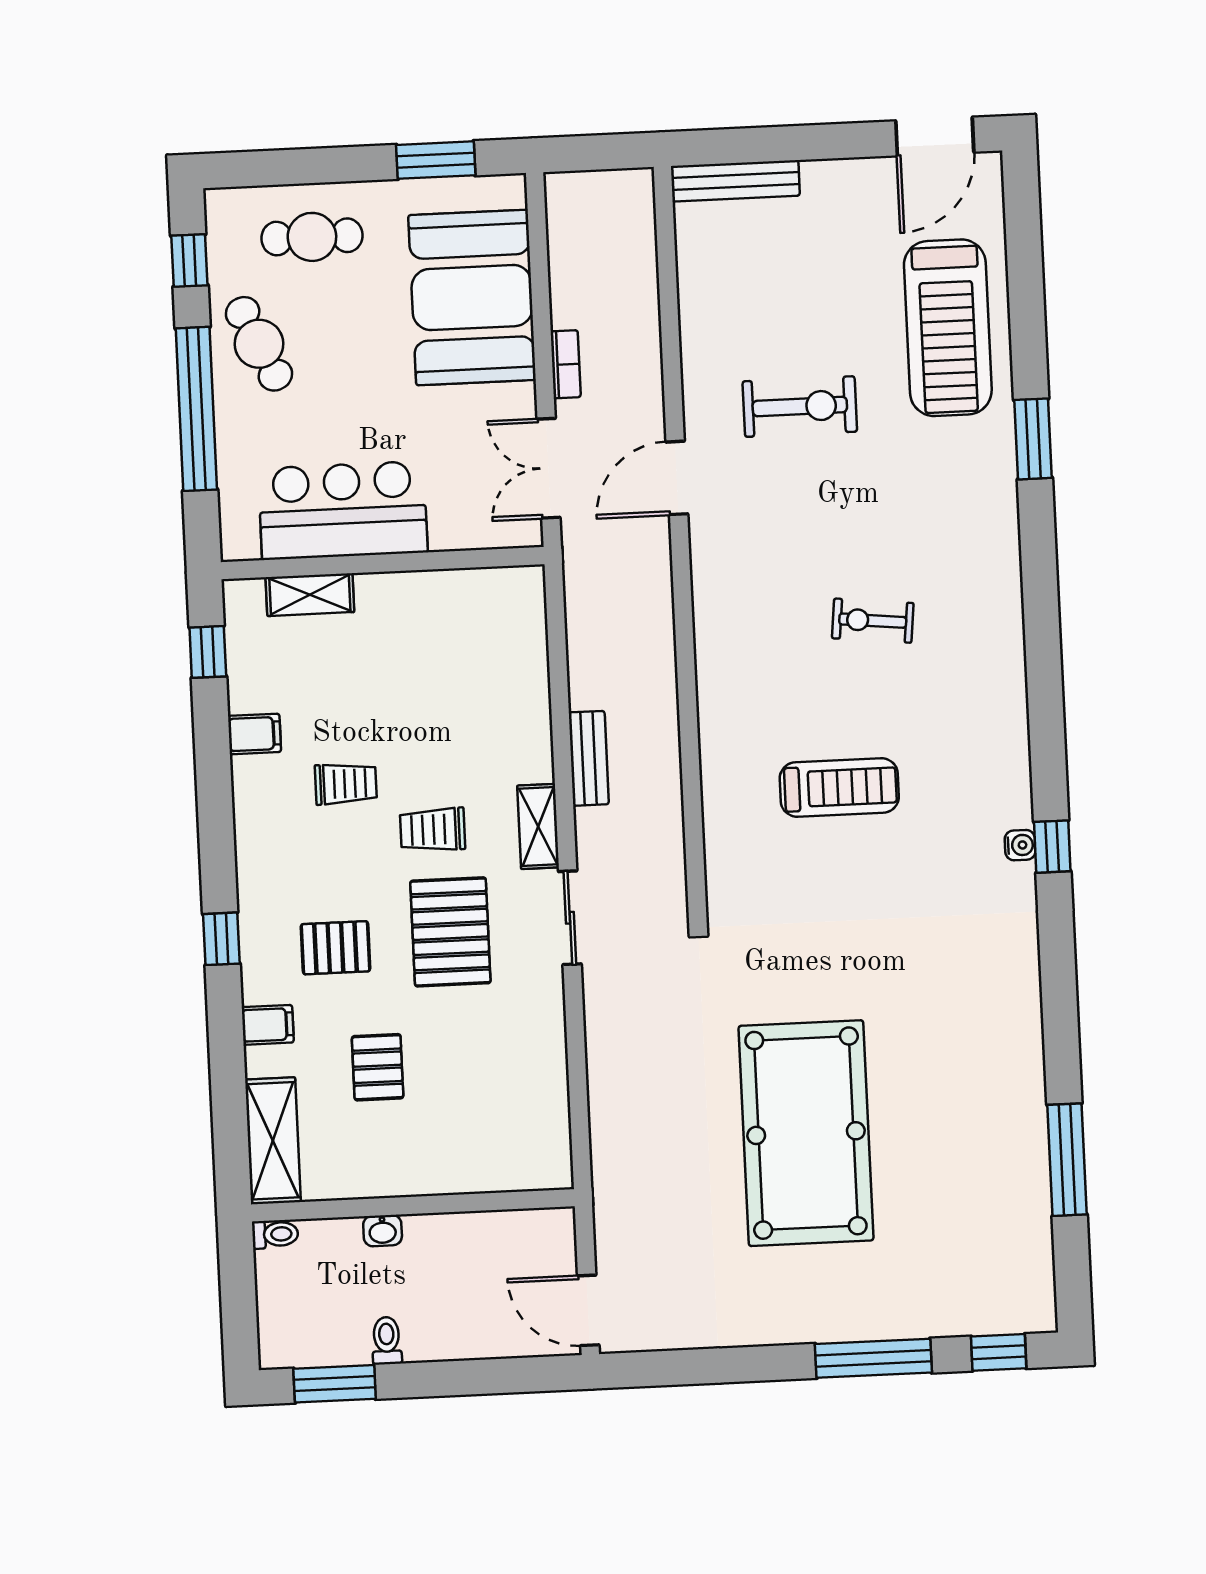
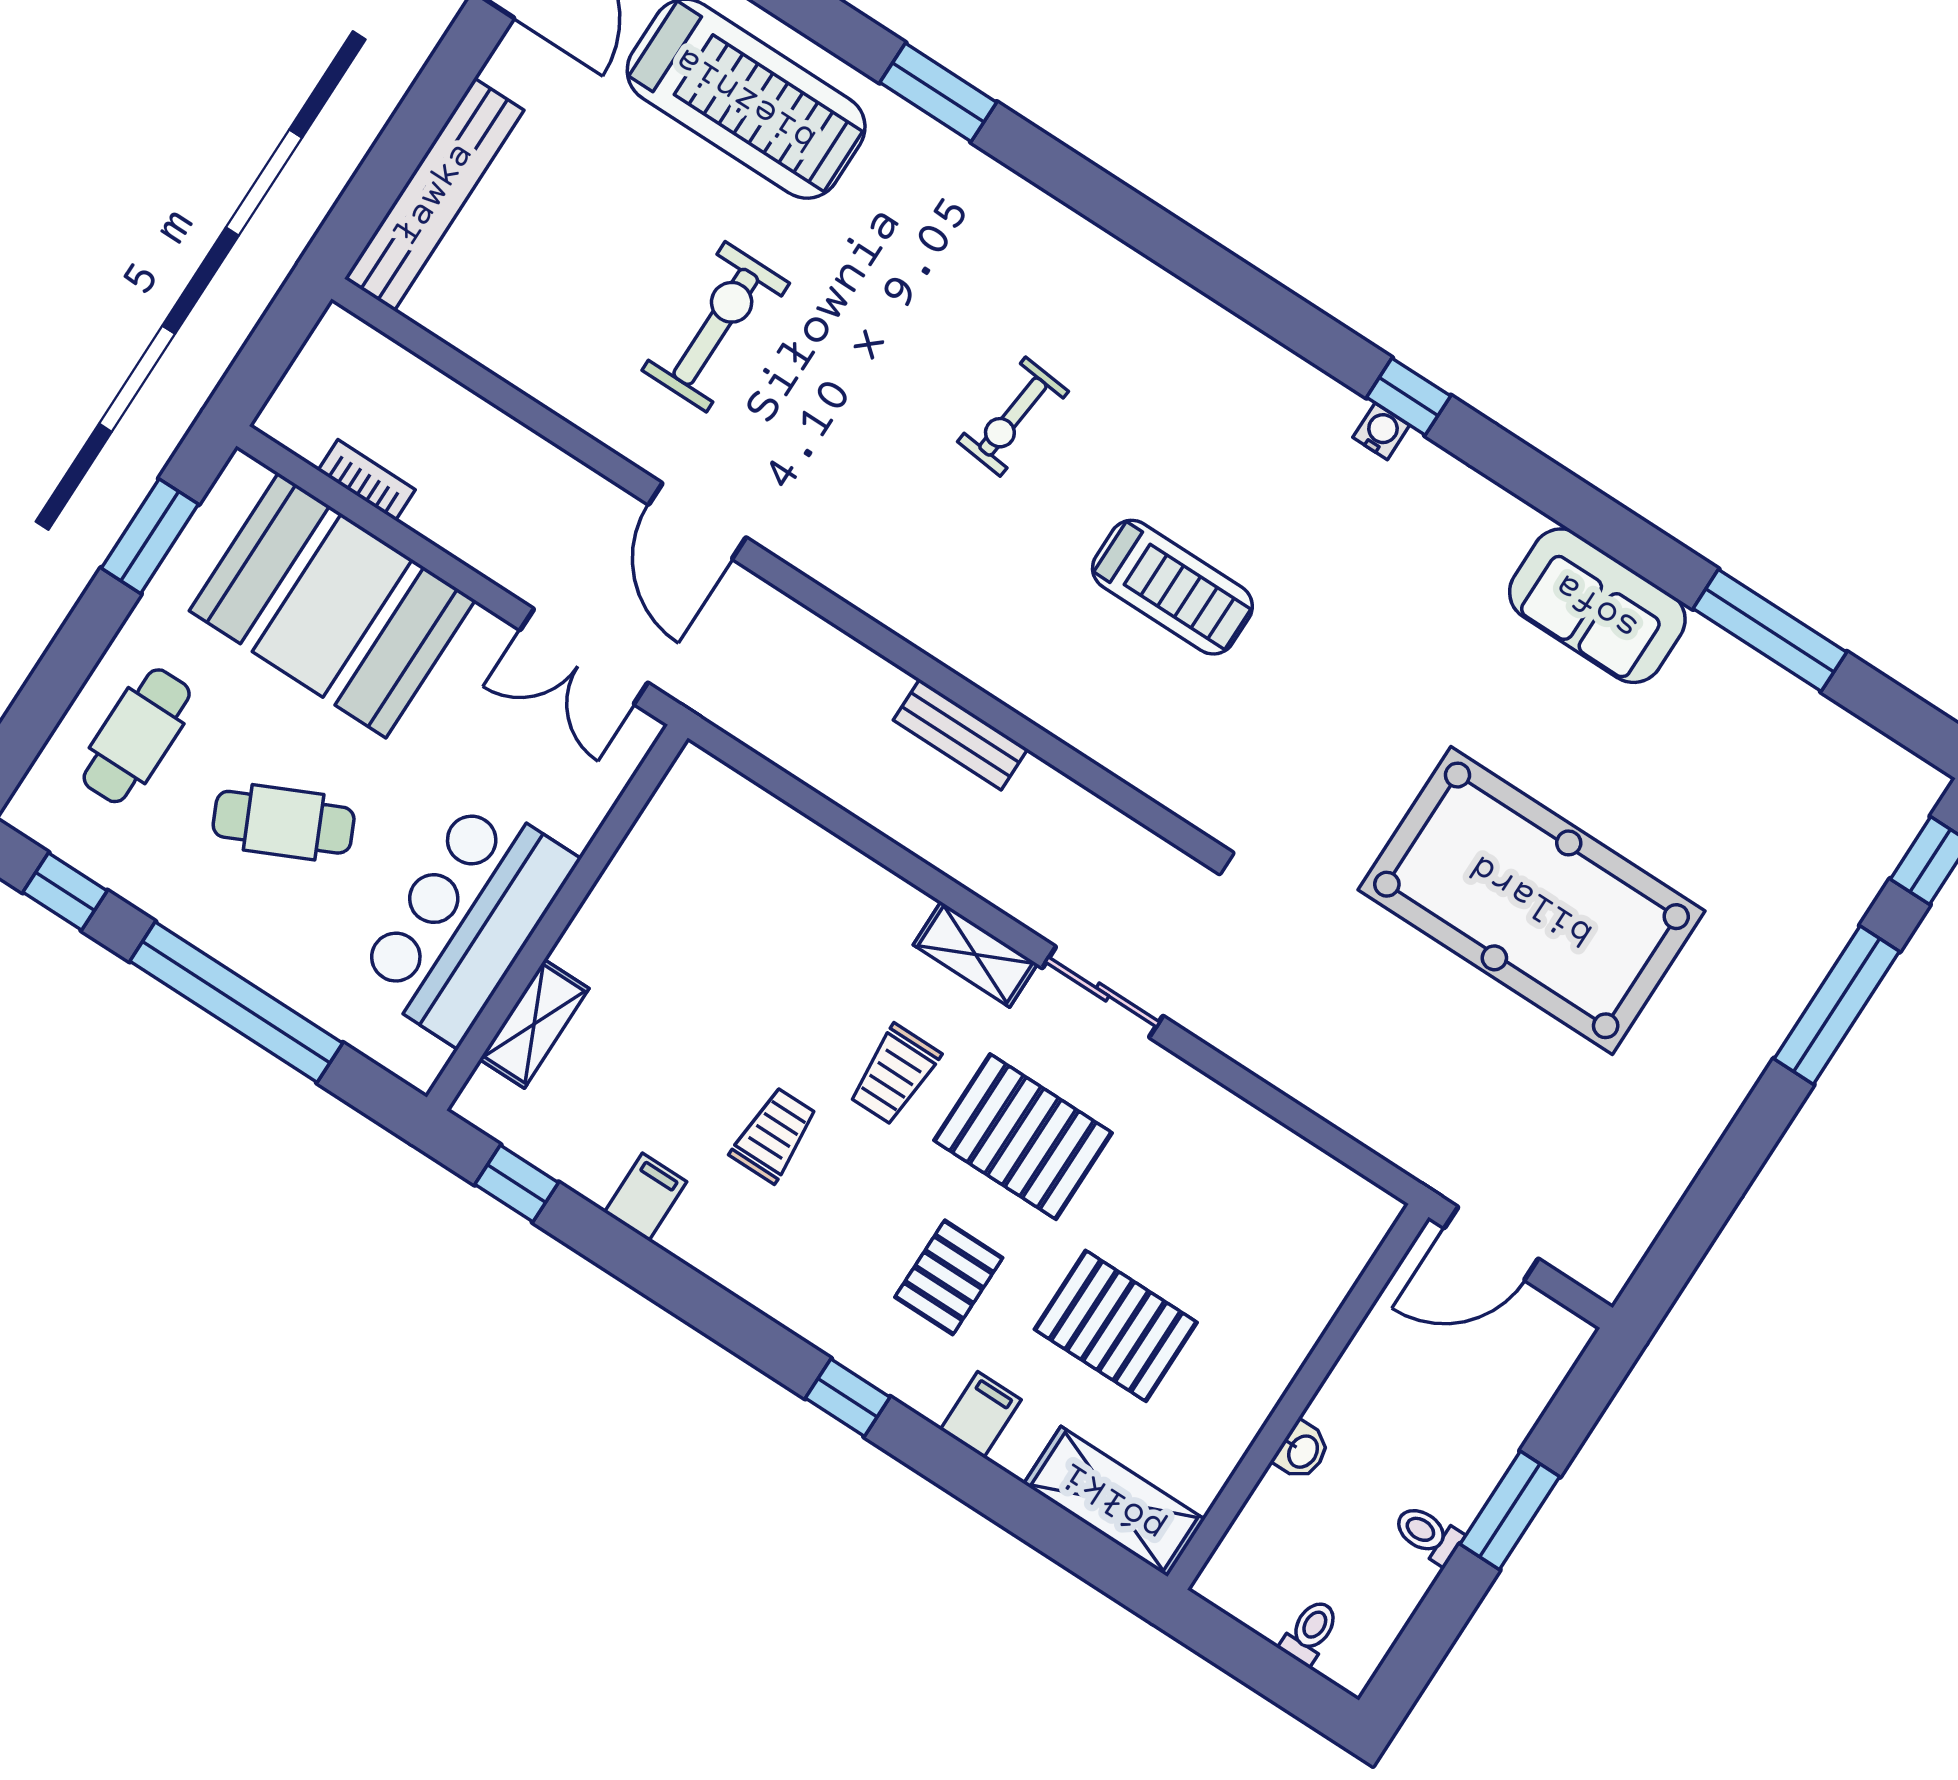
bench: (735, 181) -> (434, 194), width x1.37, depth x1.21
cafe table: (259, 344) -> (284, 822), moved
bookcase: (566, 364) -> (367, 480), moved
bench: (589, 758) -> (961, 735), moved
treadmill: (839, 787) -> (1172, 587), turned 90
sofa: (1008, 1047) -> (1597, 606), added
pallet: (378, 1067) -> (1116, 1326), width x1.50, depth x1.42
toilet: (275, 1234) -> (1310, 1632), moved
door: (588, 1310) -> (1491, 1243), moved
window: (335, 1384) -> (1510, 1510), moved

